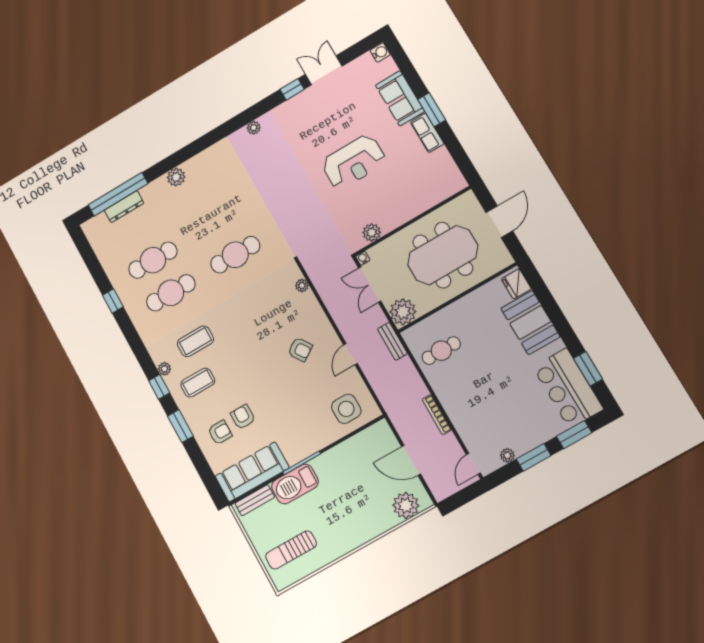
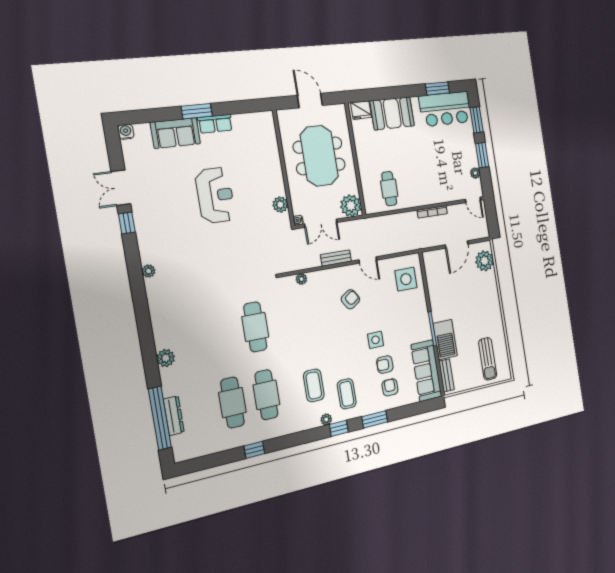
bench: (392, 341) -> (336, 258), moved
side table: (266, 396) -> (376, 340), added

